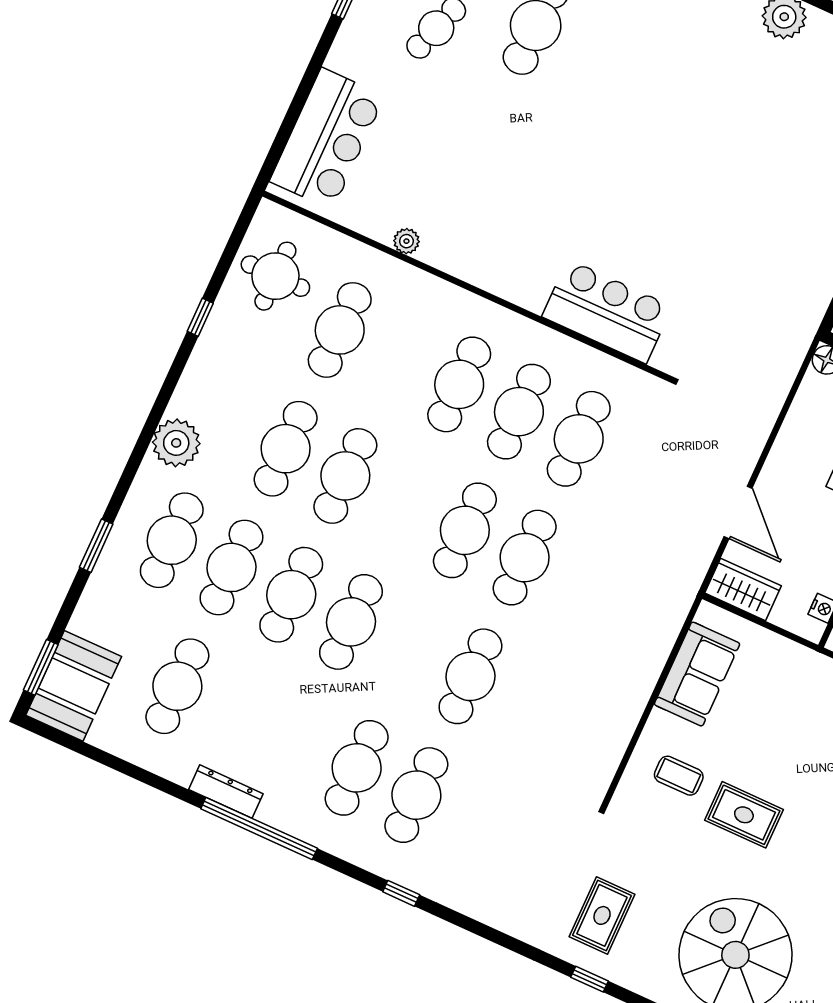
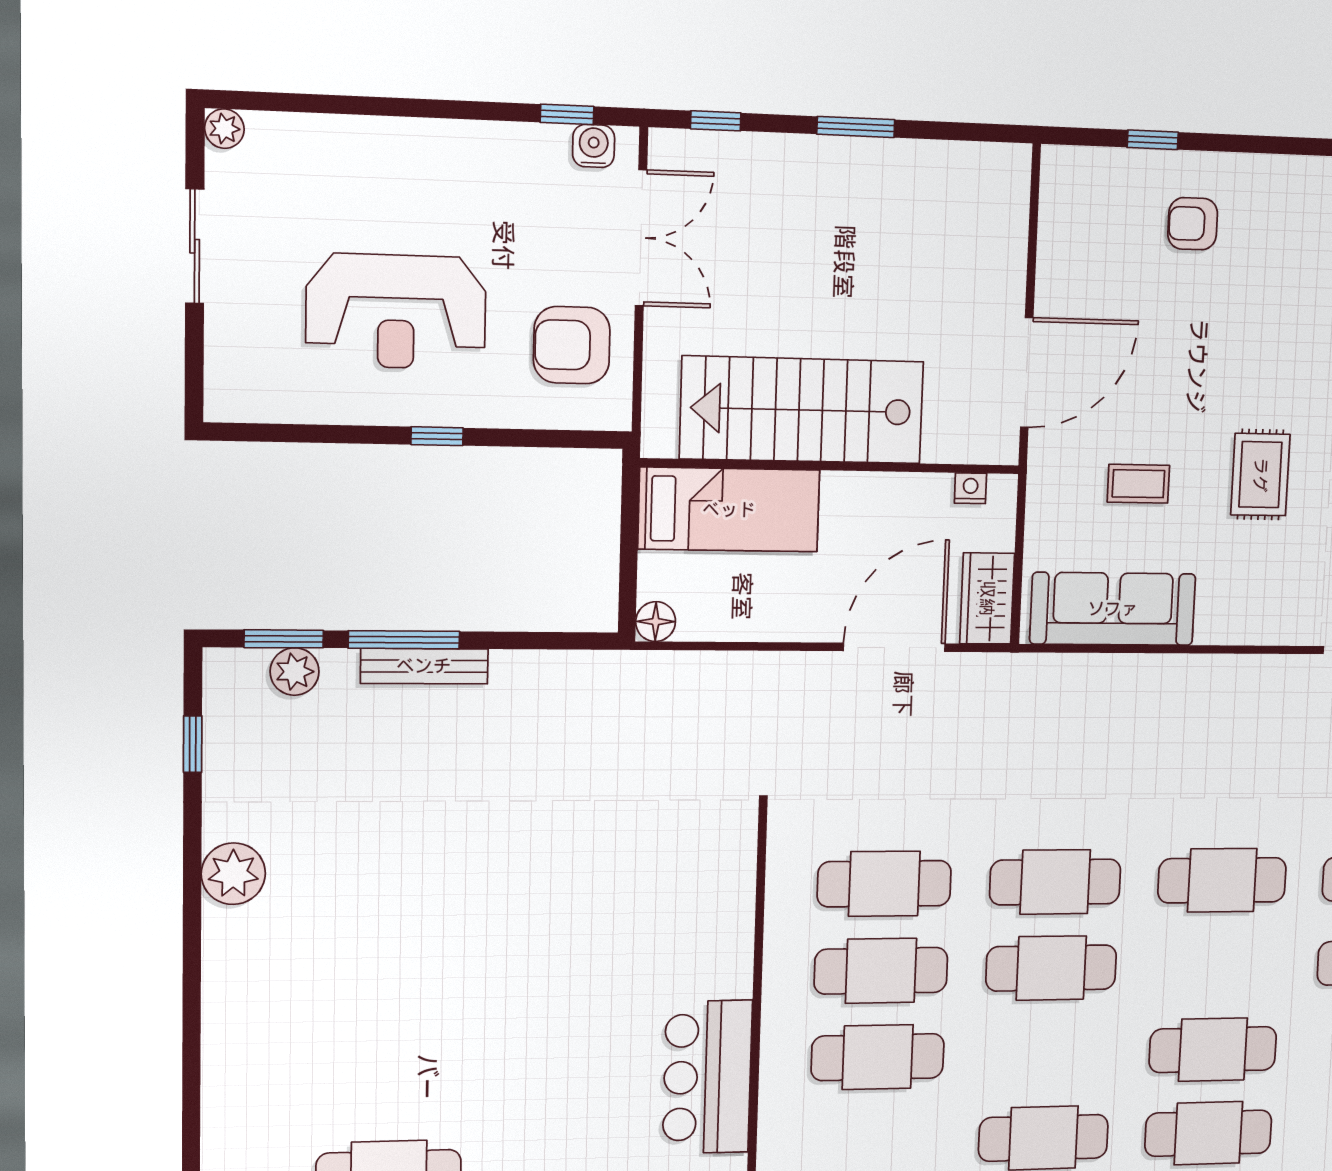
bar counter: (607, 312) -> (707, 1077), moved
door: (738, 512) -> (894, 647), width x1.36
sofa: (697, 674) -> (1113, 609), width x1.36
coffee table: (679, 776) -> (1138, 484), moved, turned 90

